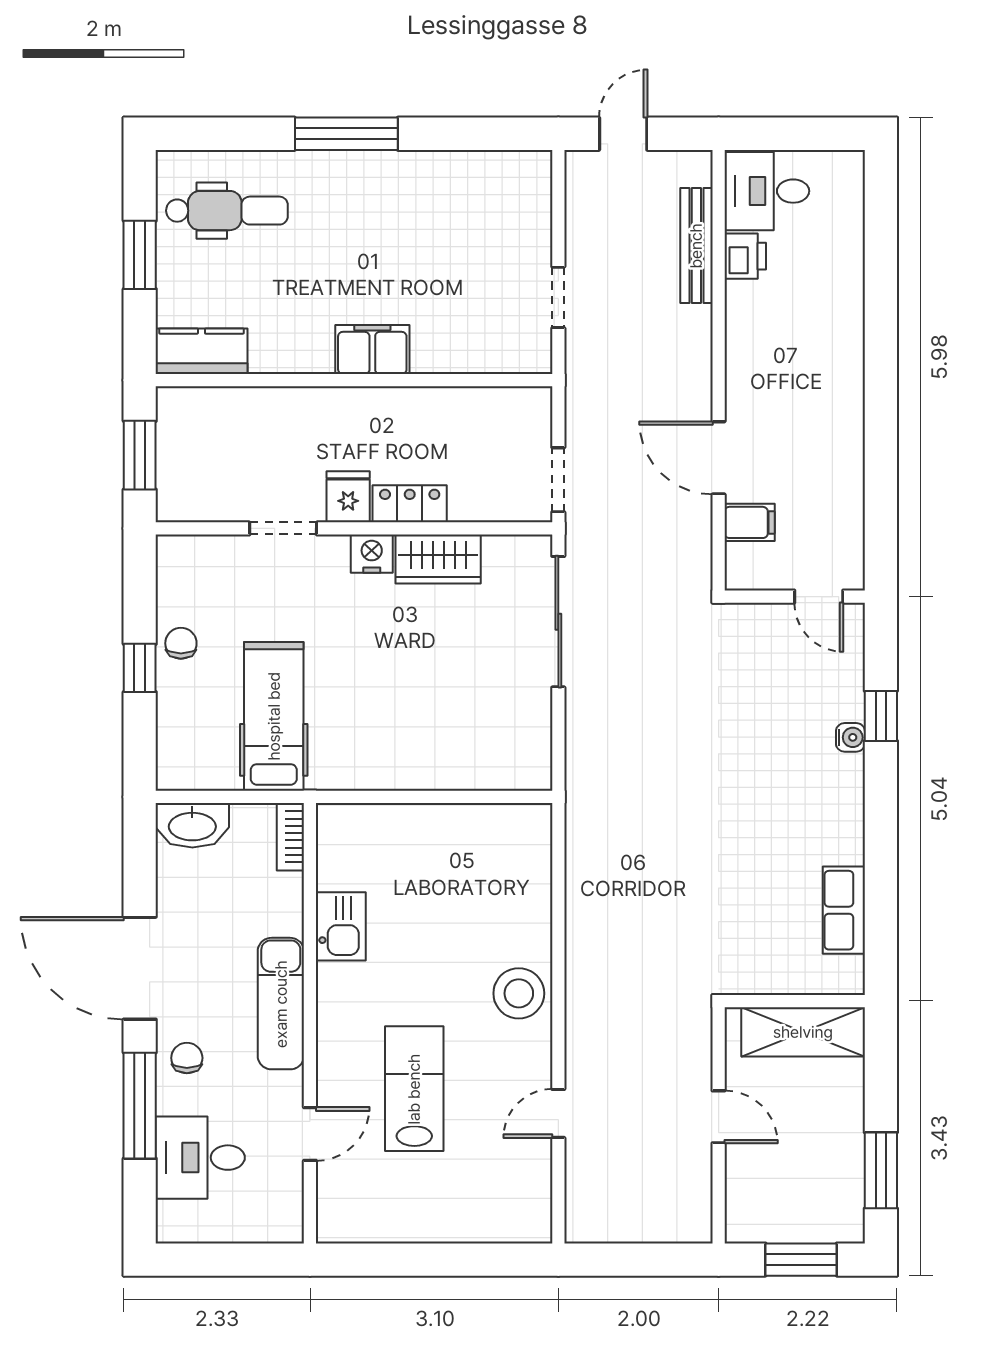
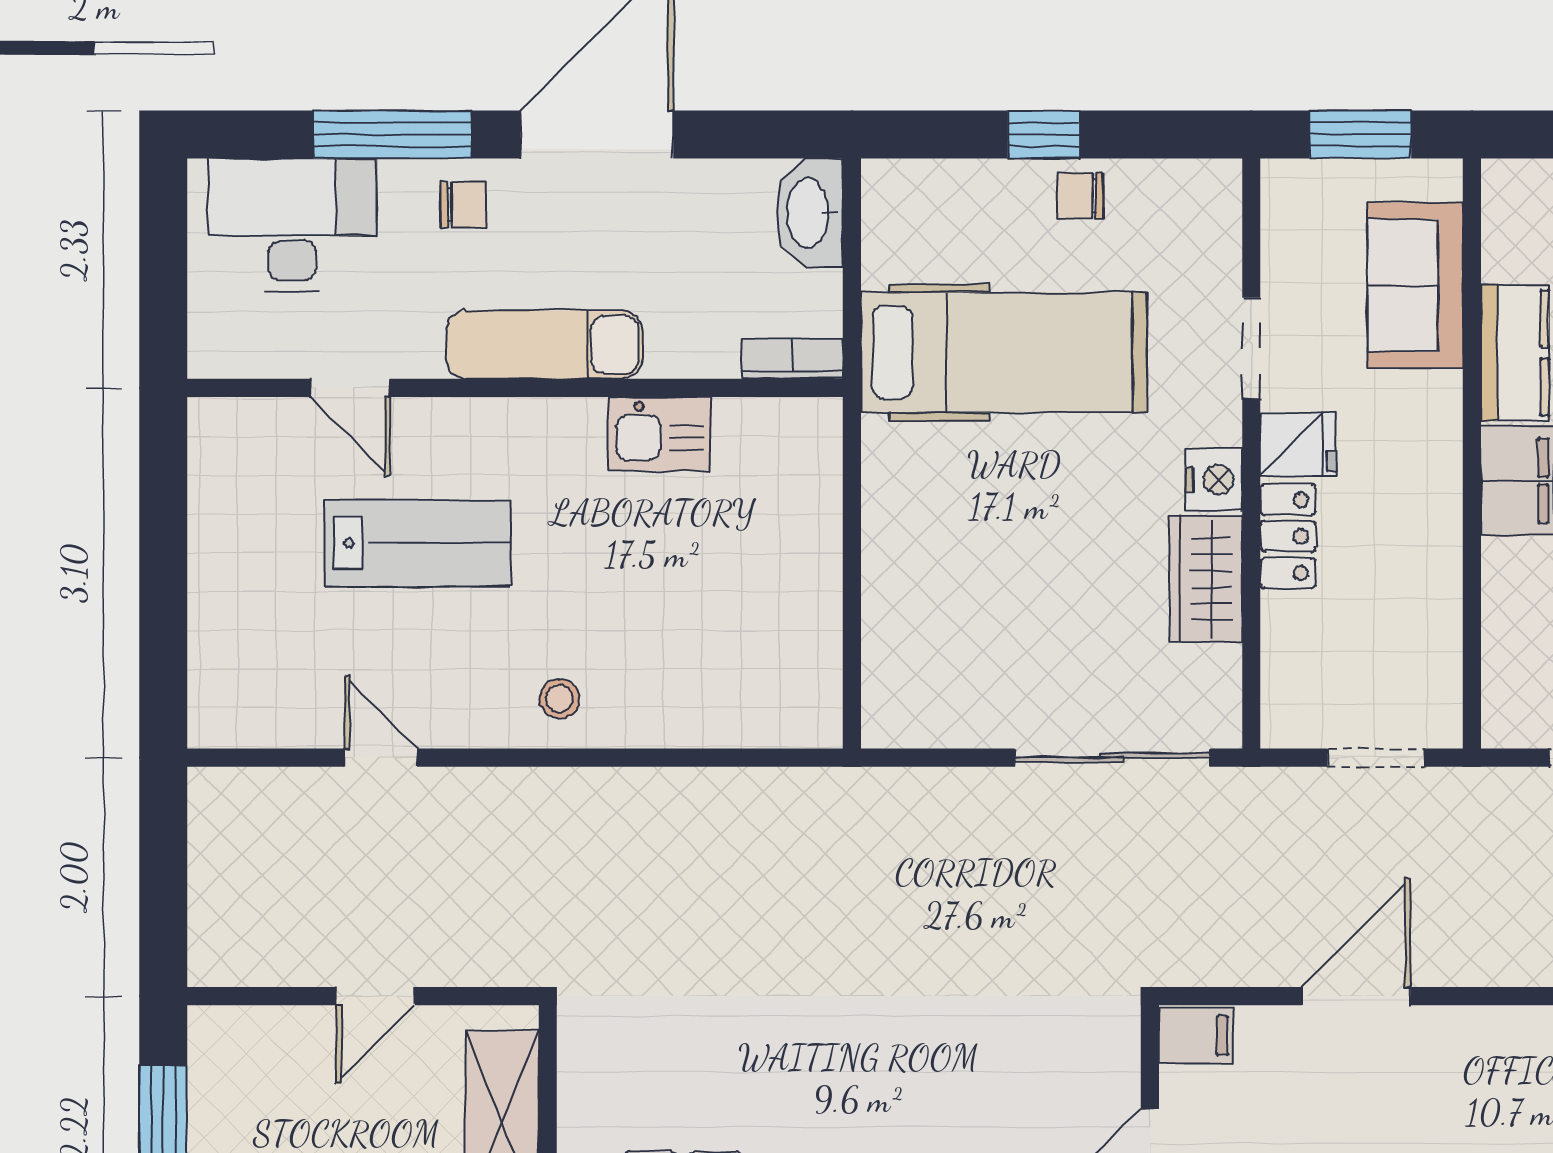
kitchen counter: (201, 351) -> (1515, 353), moved
sofa: (241, 418) -> (1415, 285), added
doorway: (558, 480) -> (1376, 758), moved
filing cabinet: (750, 522) -> (1196, 1035), moved, turned -90
chair: (181, 643) -> (1080, 196), turned 180
hospital bed: (274, 716) -> (1004, 353), width x1.37, depth x1.29
stool: (519, 993) -> (559, 699), width x0.53, depth x0.53
desk: (200, 1158) -> (292, 225), width x1.37

